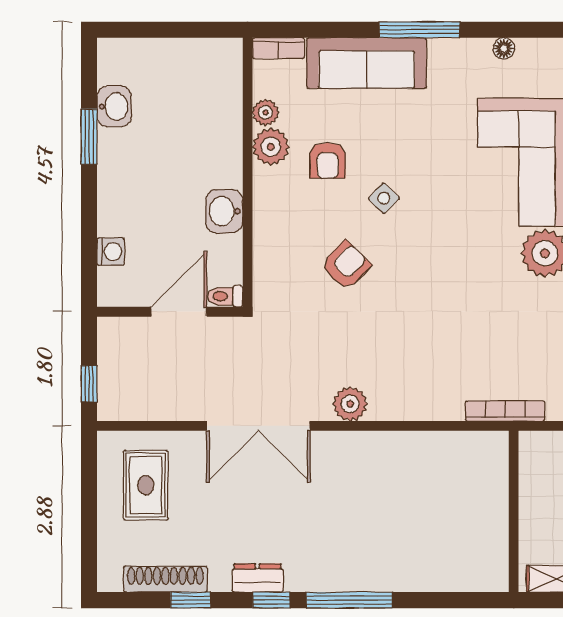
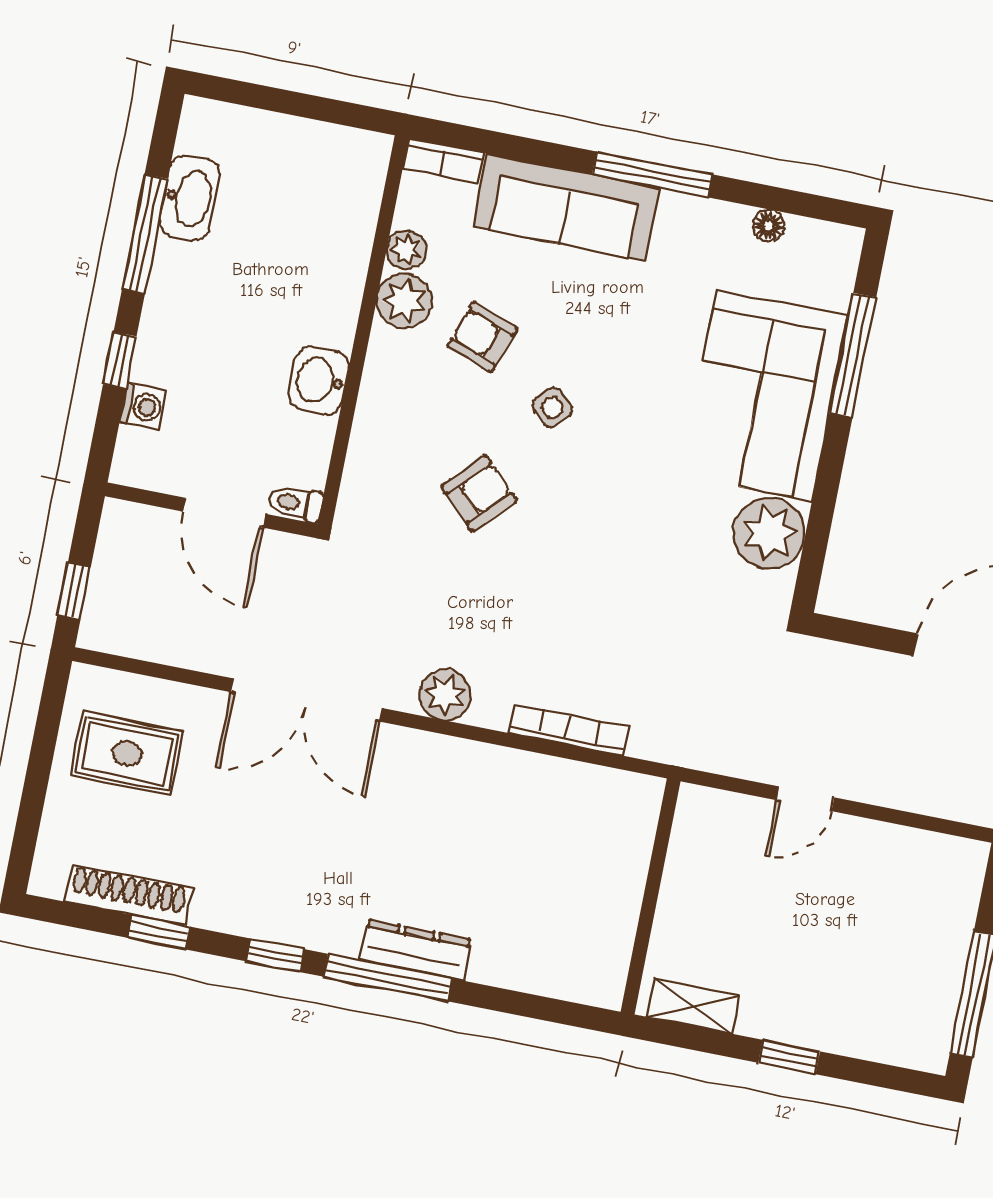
washbasin: (114, 106) -> (190, 198), width x1.38
window: (89, 137) -> (145, 234), width x1.44
armchair: (328, 161) -> (482, 337), turned 110
window: (89, 224) -> (120, 360), added
door: (179, 312) -> (224, 513), swing flipped
bookcase: (505, 411) -> (568, 730), moved
rug: (146, 485) -> (127, 753), turned 90
dresser: (258, 578) -> (416, 950), moved, width x1.44

